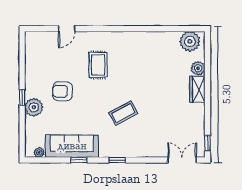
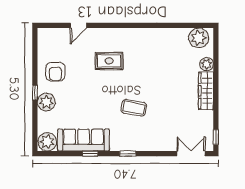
rug: (98, 65) -> (109, 61), turned 90
wardrobe: (197, 89) -> (206, 91), width x1.50
armchair: (62, 91) -> (55, 72), moved, turned -93
coffee table: (123, 113) -> (134, 108), turned 39
plant: (39, 152) -> (47, 142), width x1.87, depth x1.87

